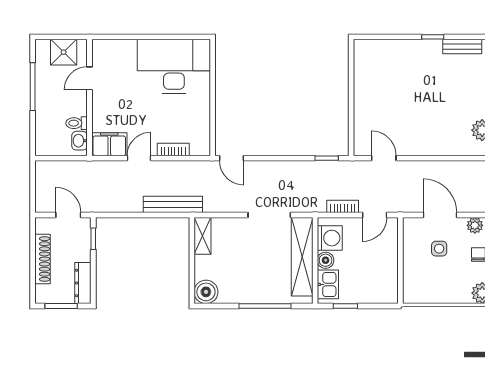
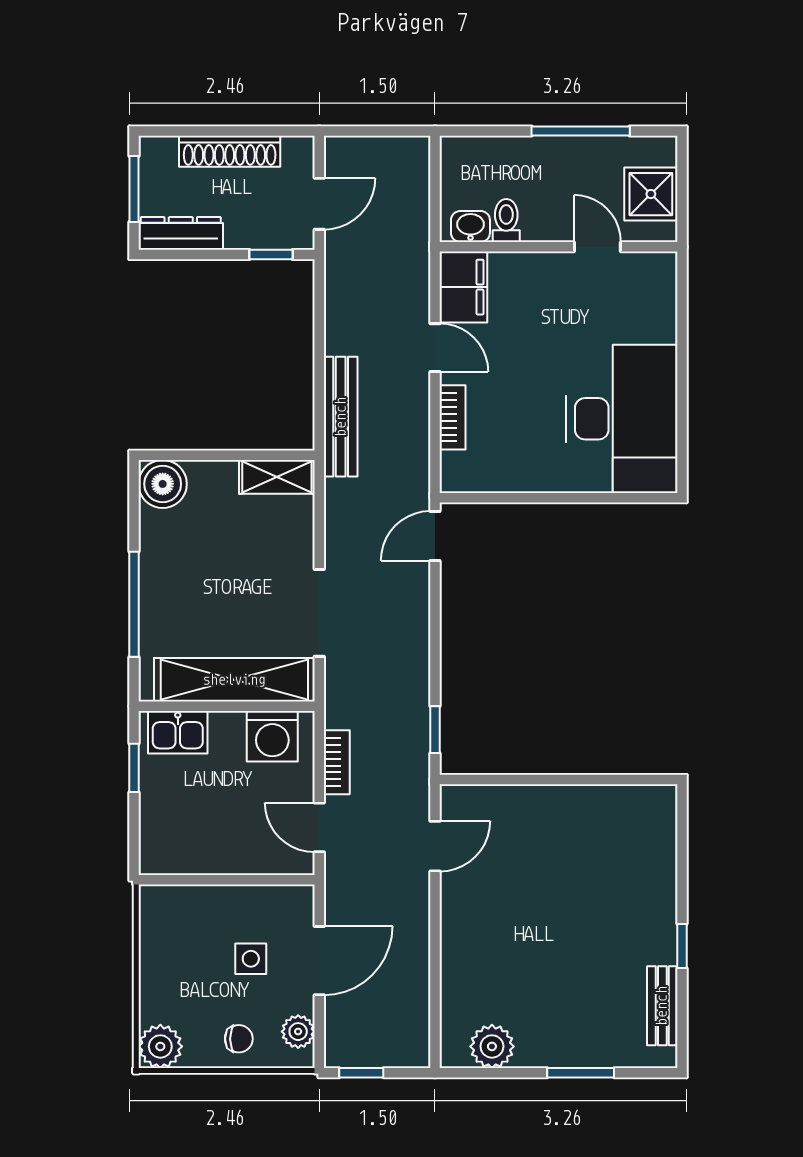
boiler: (326, 260) -> (227, 727), removed

